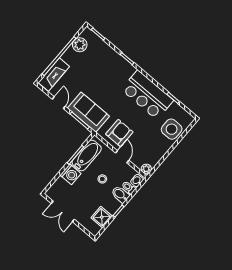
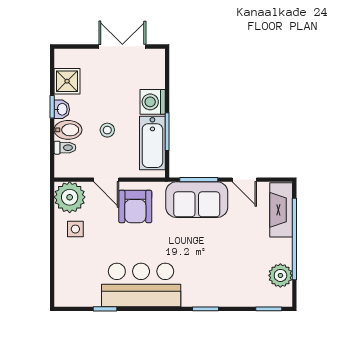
side table: (172, 129) -> (75, 229), moved, width x0.54, depth x0.54
plant: (146, 169) -> (70, 197), width x1.88, depth x1.88
washbasin: (137, 181) -> (62, 109), moved

